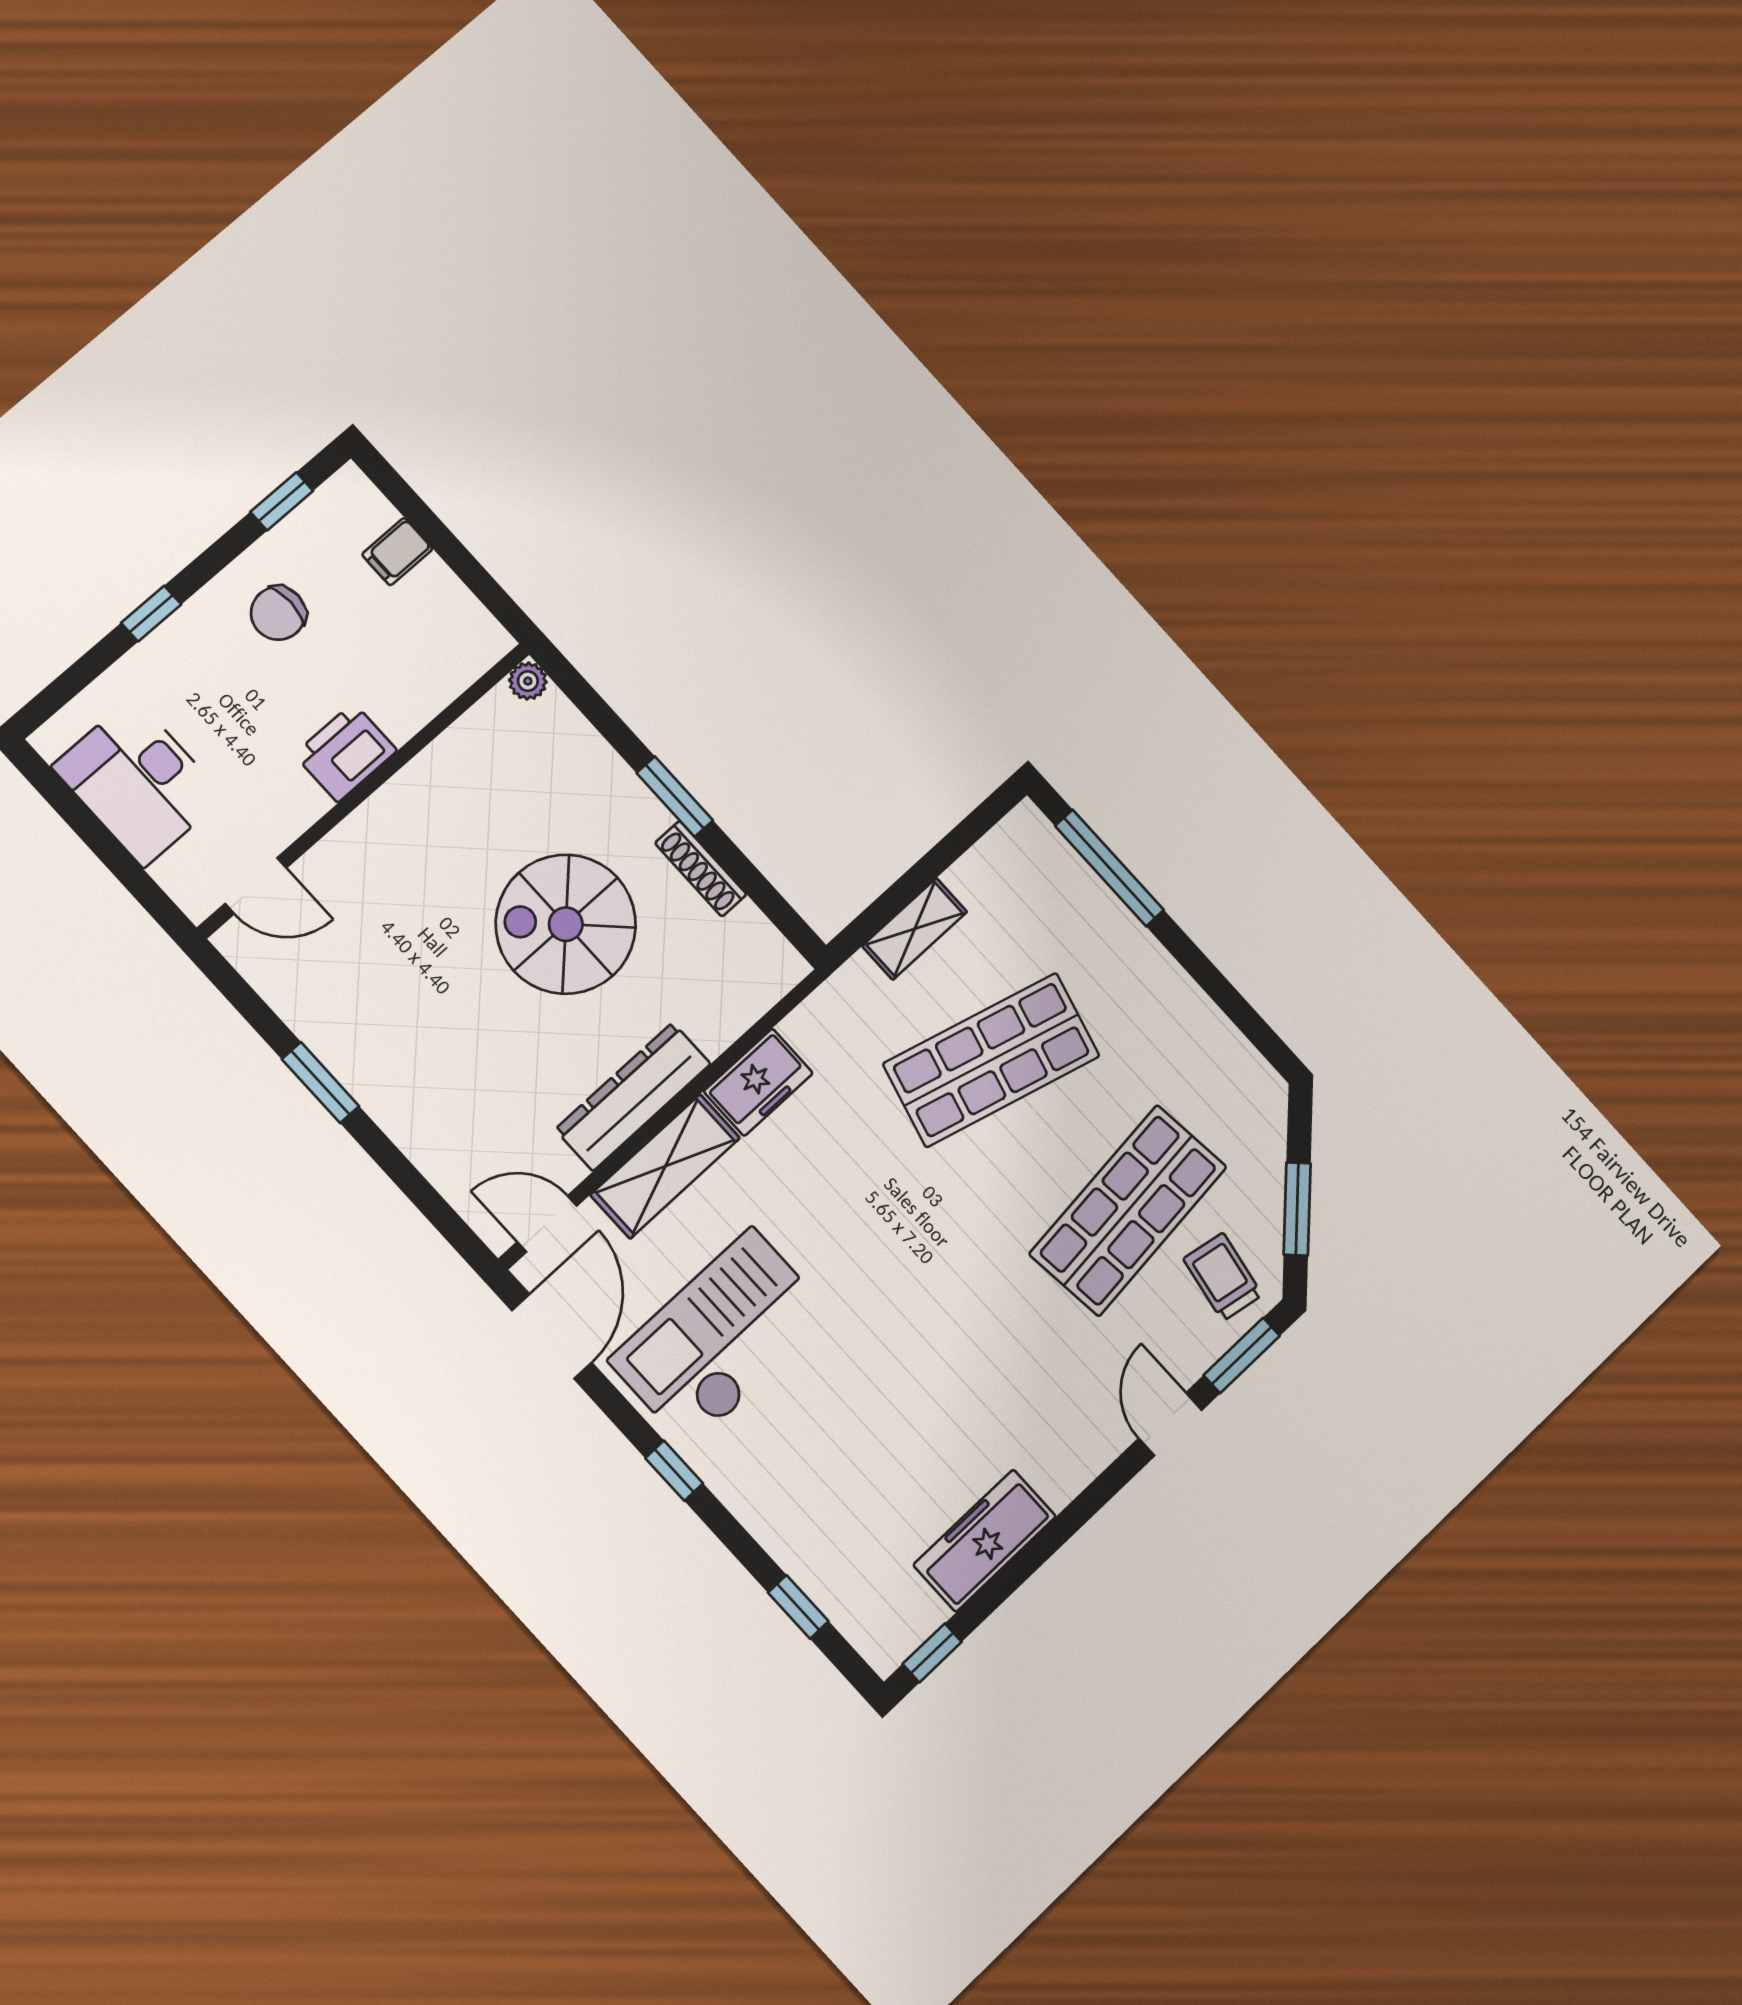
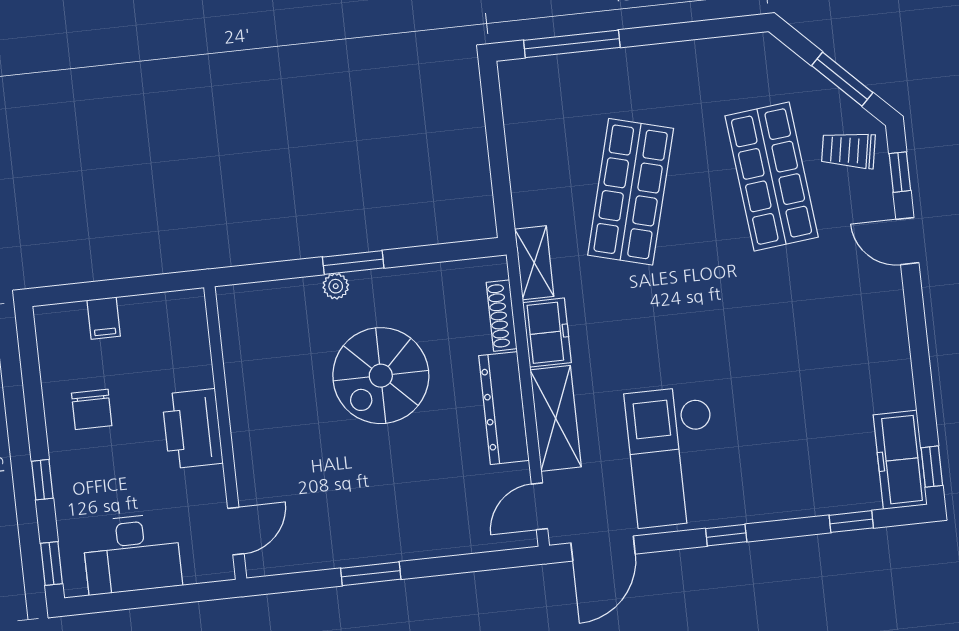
window: (282, 501) -> (51, 563), moved
plant: (528, 681) -> (336, 286), moved
printer: (346, 752) -> (192, 429), width x1.37, depth x1.19
shoe rack: (701, 869) -> (502, 316), moved, turned 90
shelving: (915, 929) -> (534, 263), moved
door: (552, 1336) -> (603, 549), swing flipped
window: (1242, 1355) -> (900, 172), width x0.67
freezer: (985, 1541) -> (900, 460), moved

